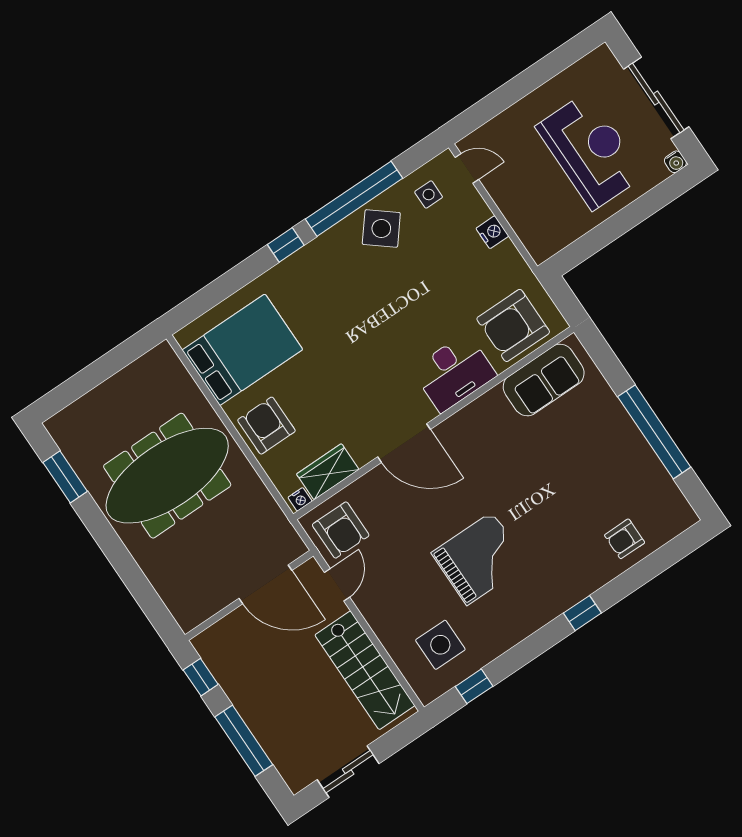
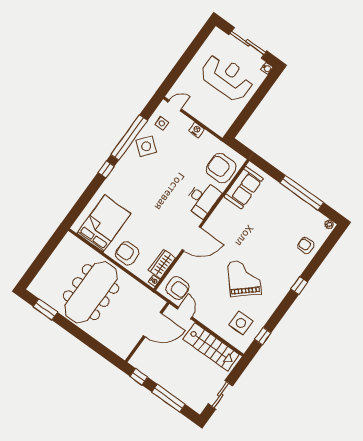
armchair: (513, 325) -> (221, 168), turned 90
plant: (685, 514) -> (329, 224), added
armchair: (625, 539) -> (306, 245), turned 90
grand piano: (480, 559) -> (244, 278), turned -41

